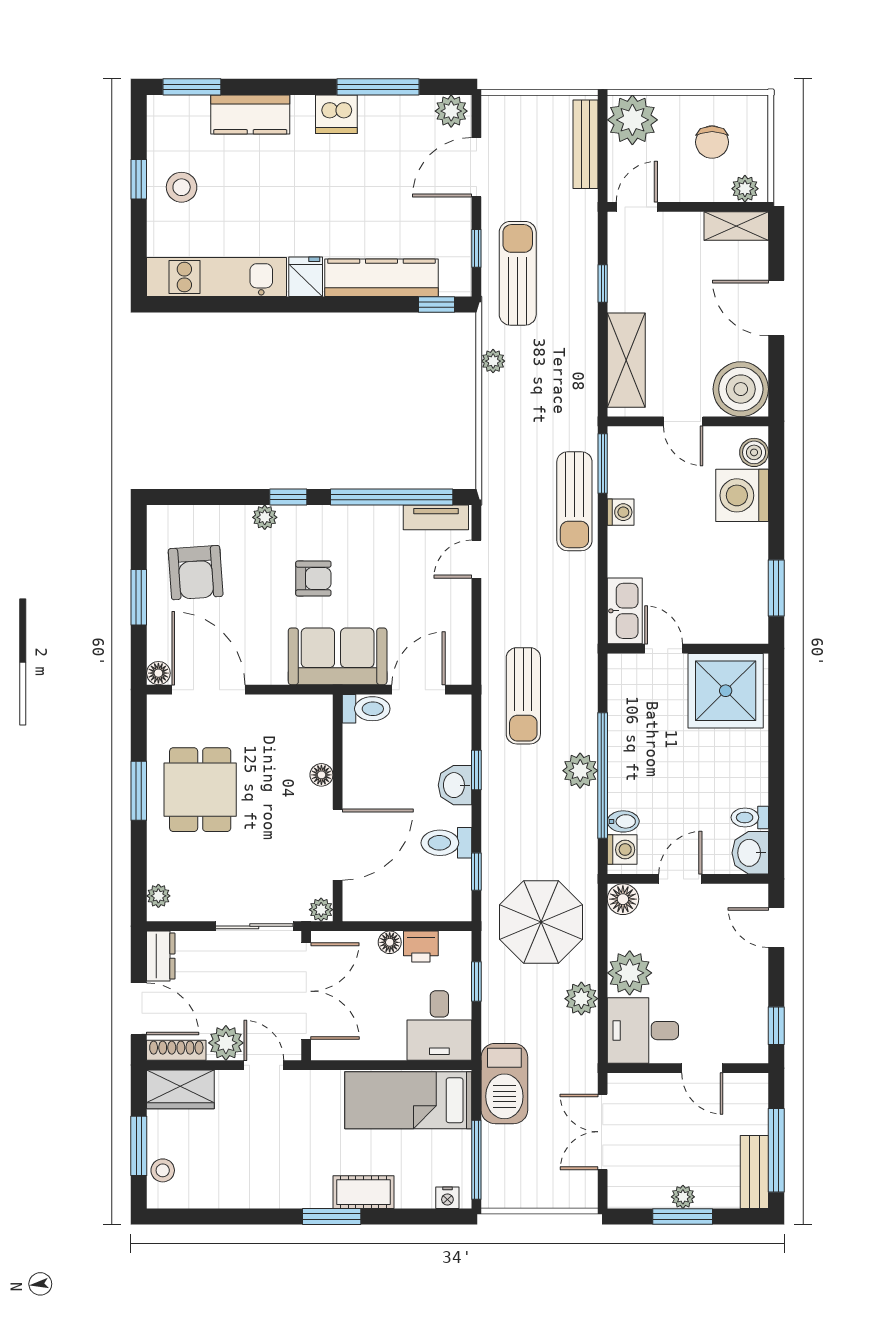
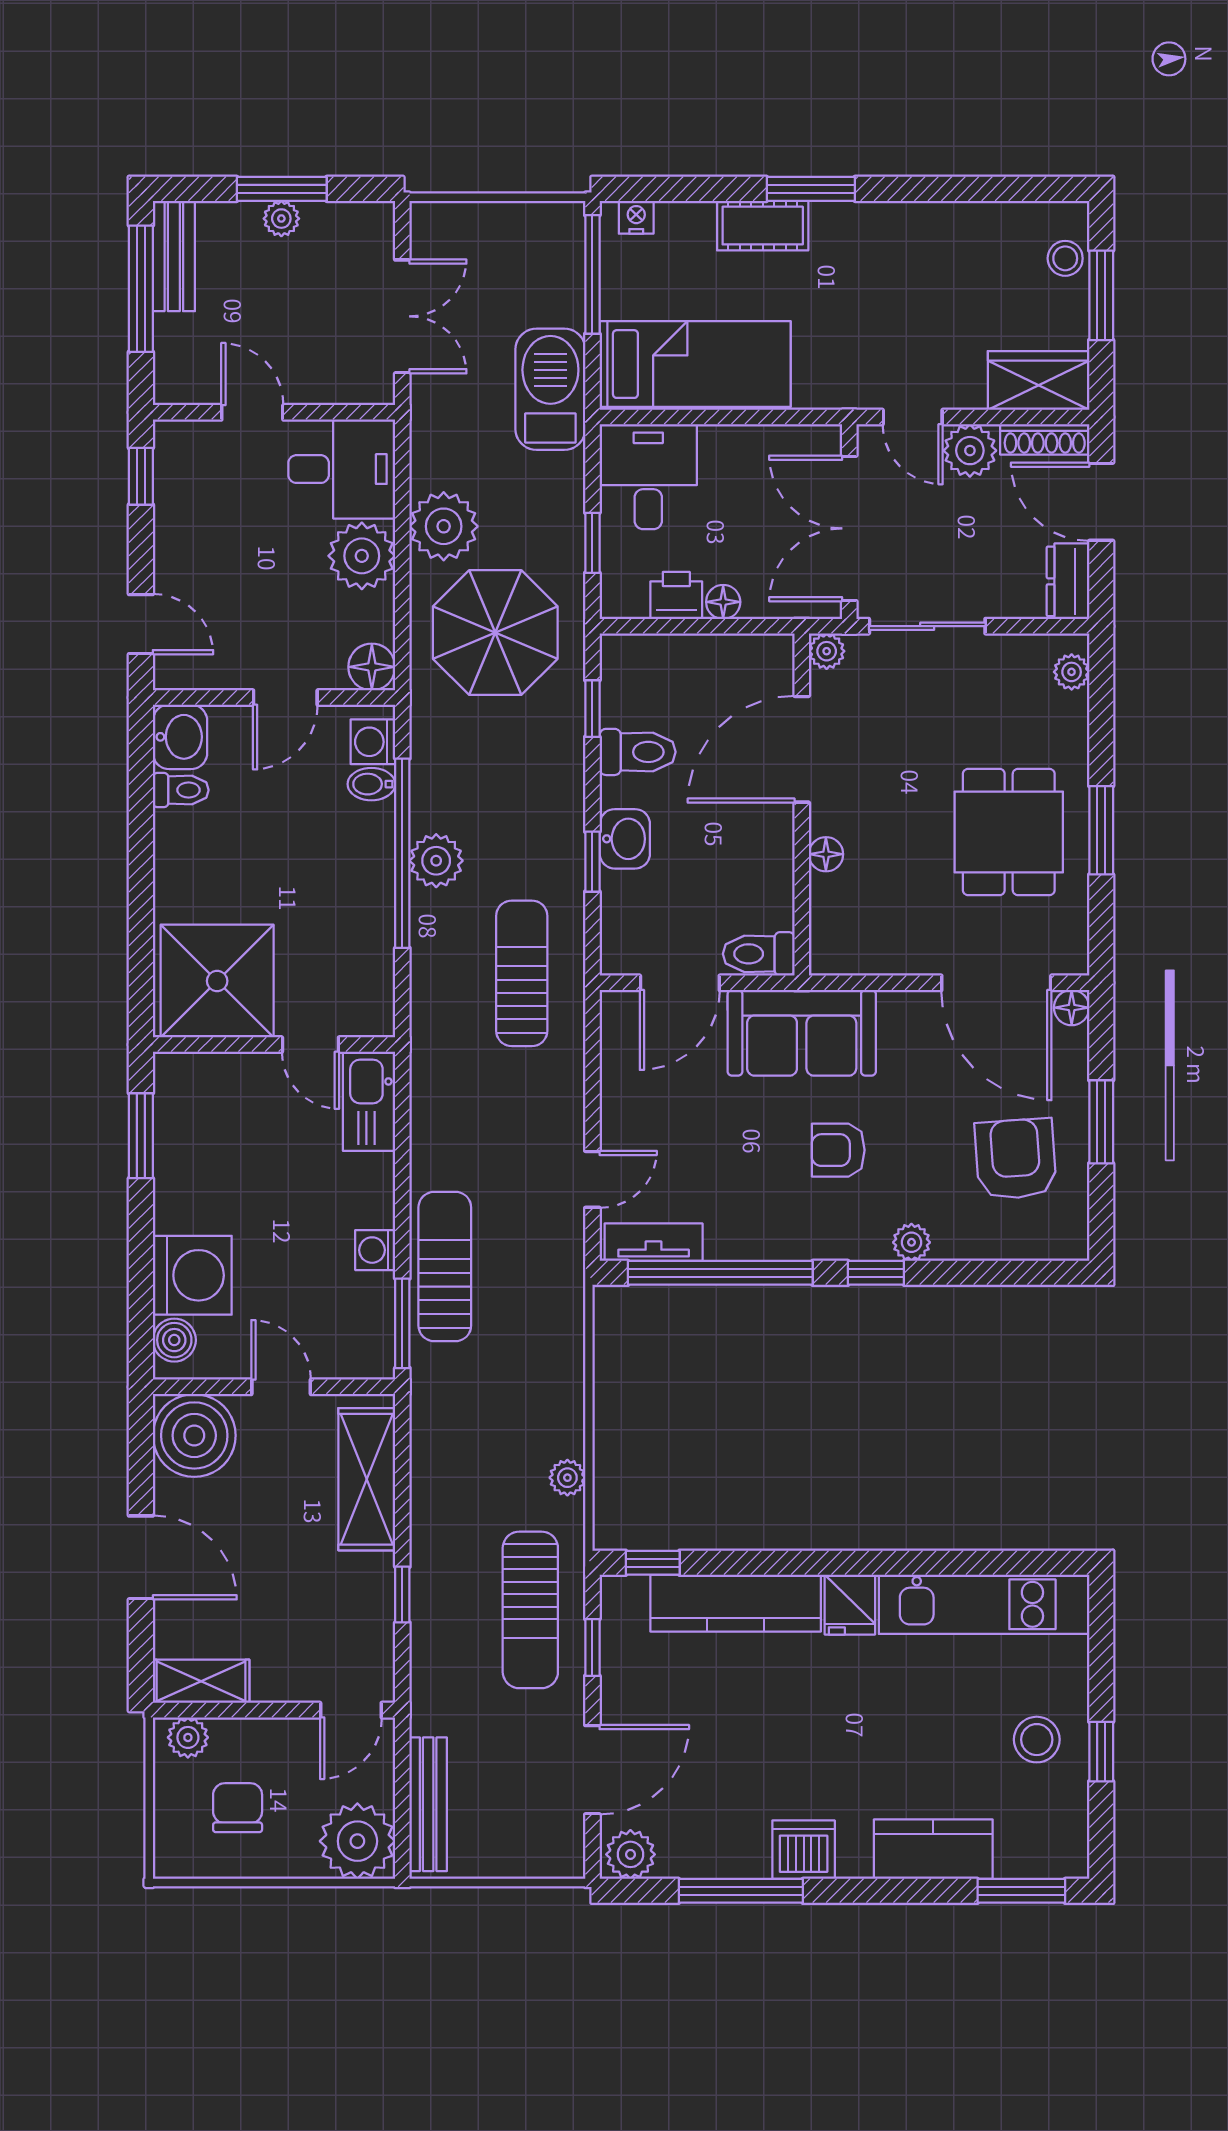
plant: (581, 999) -> (444, 526), width x1.36, depth x1.36

